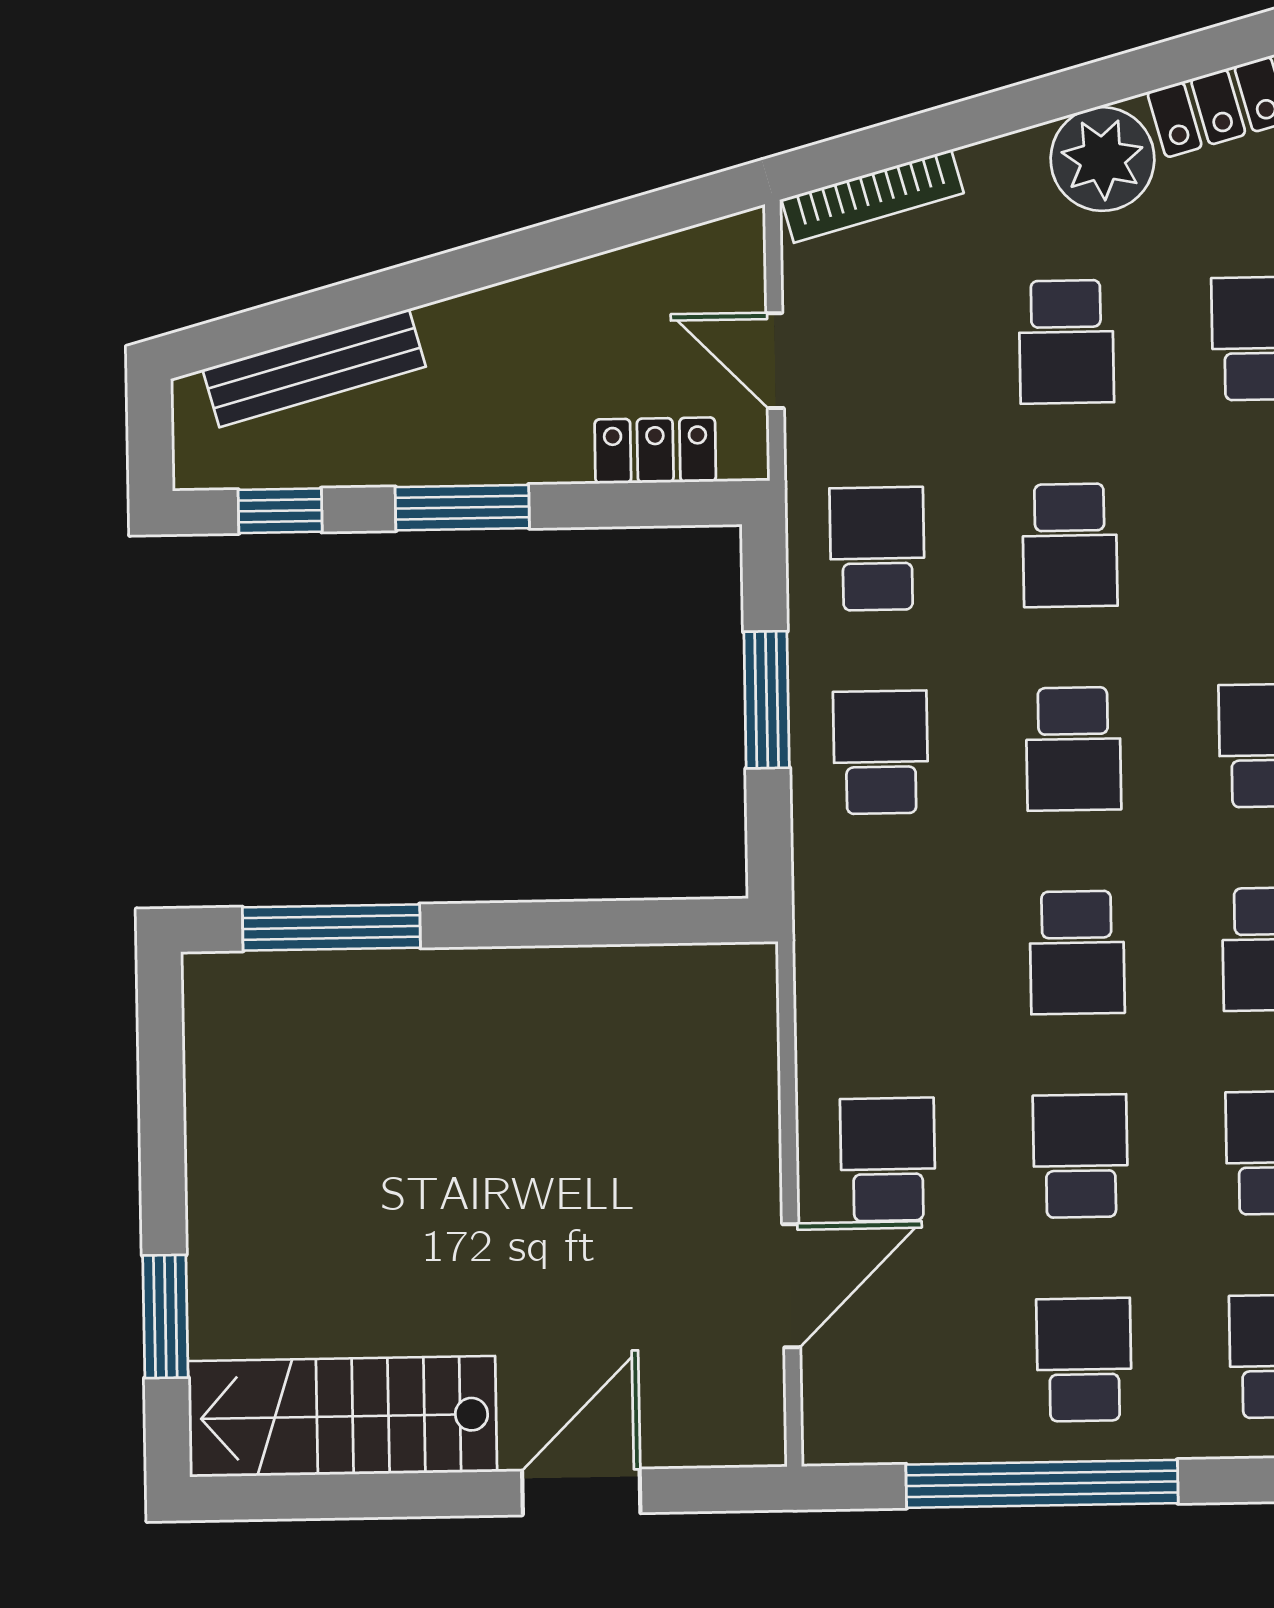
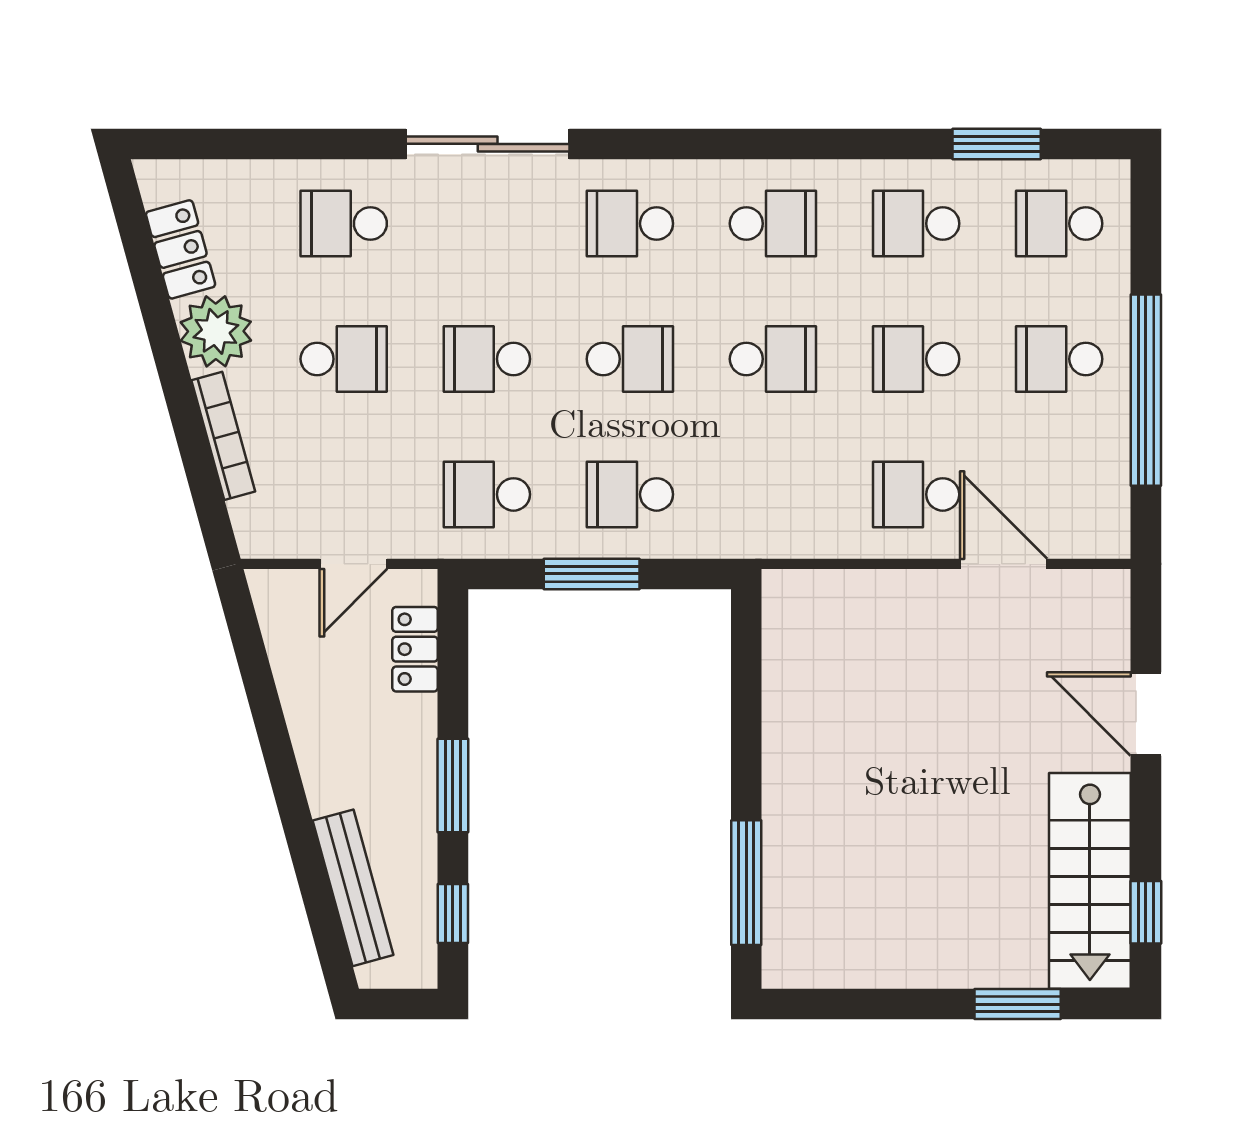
bookcase: (872, 196) -> (223, 436), moved
school desk: (1070, 545) -> (487, 359), turned 180
window: (299, 1497) -> (1146, 912), added

